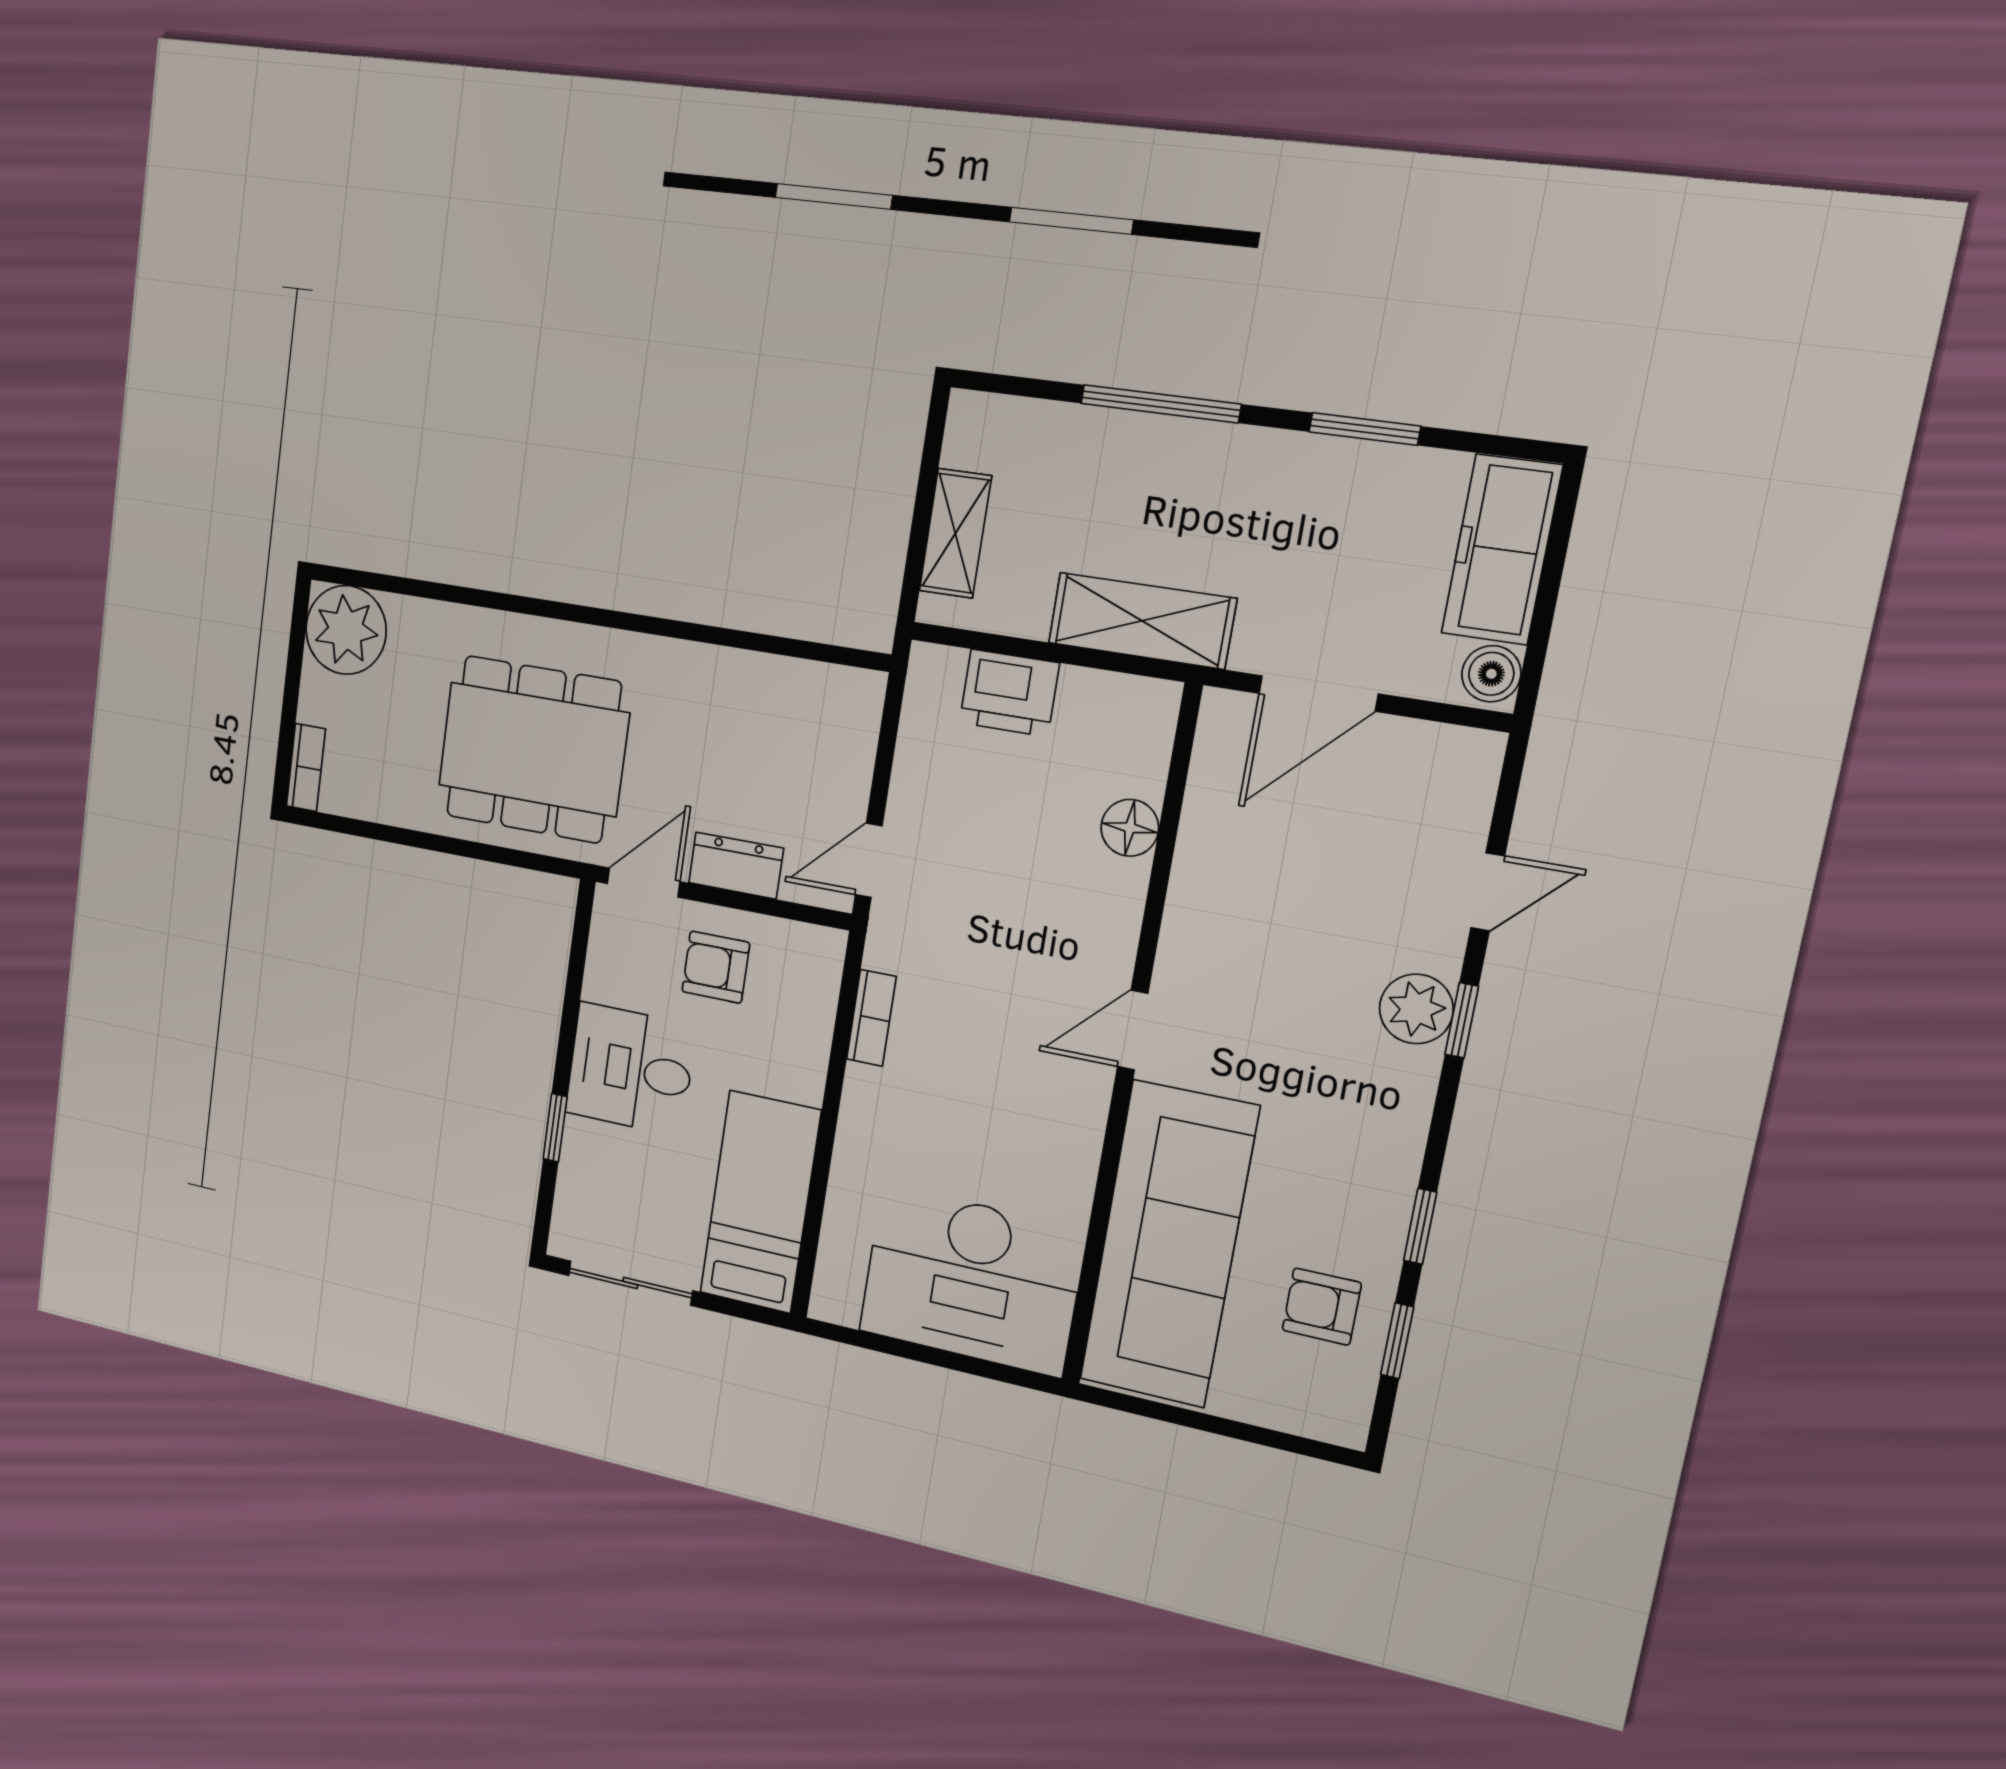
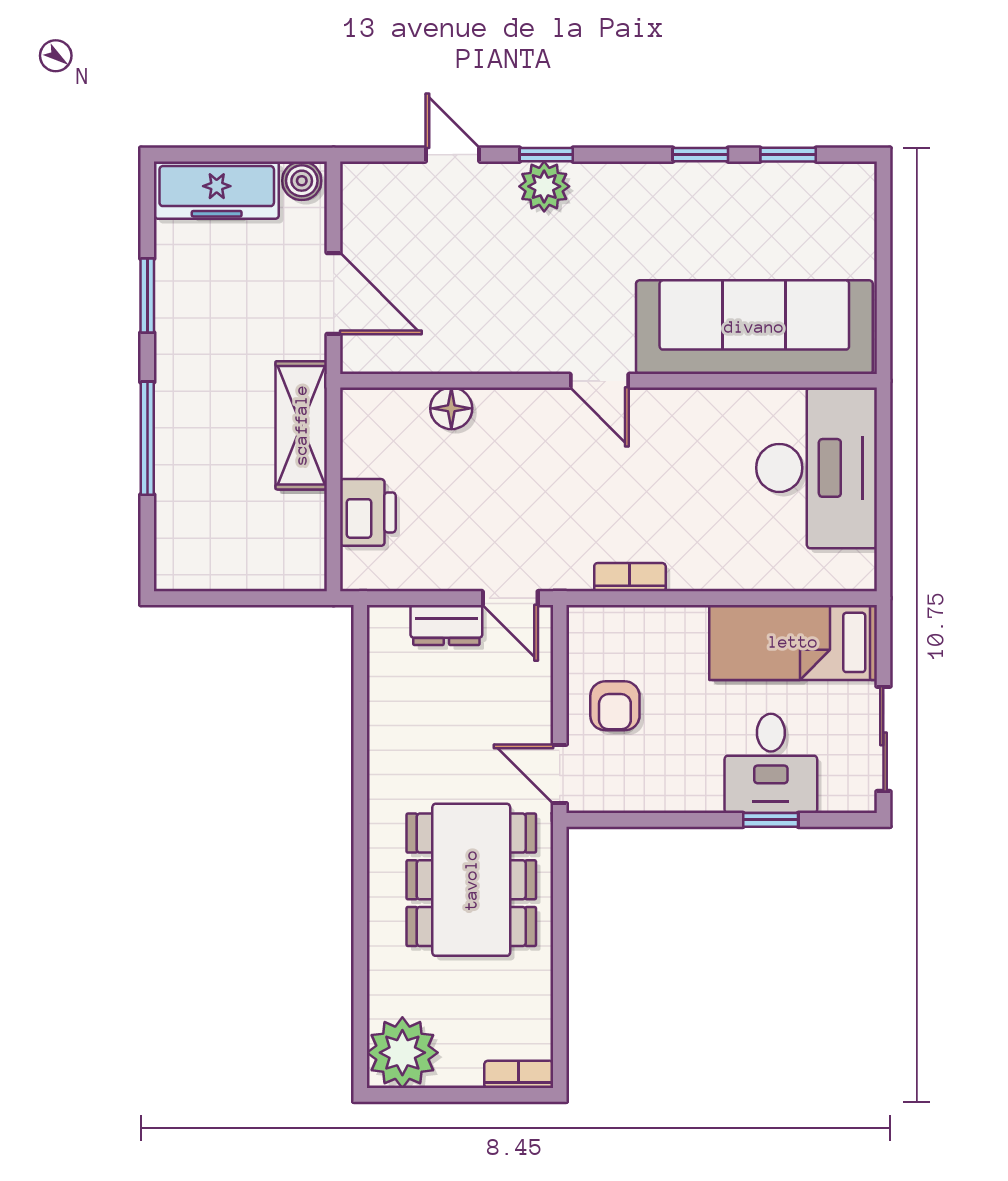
shelving: (955, 533) -> (258, 571), removed
dresser: (736, 866) -> (446, 625), moved, turned -90
desk: (630, 1069) -> (771, 763), moved
armchair: (1322, 1307) -> (775, 211), removed

